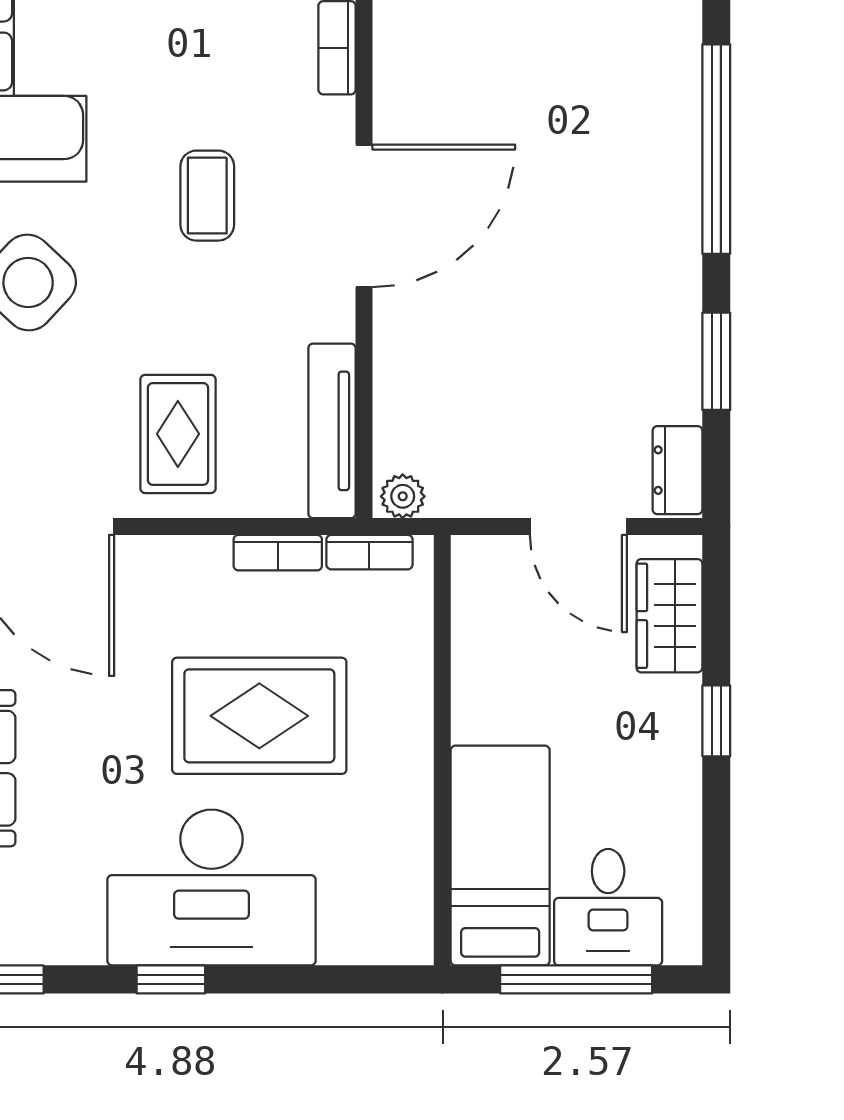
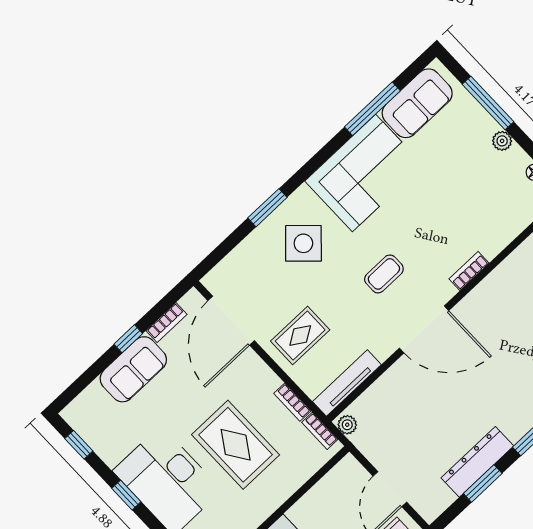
dresser: (677, 470) -> (477, 462), moved, width x1.96, depth x1.24

